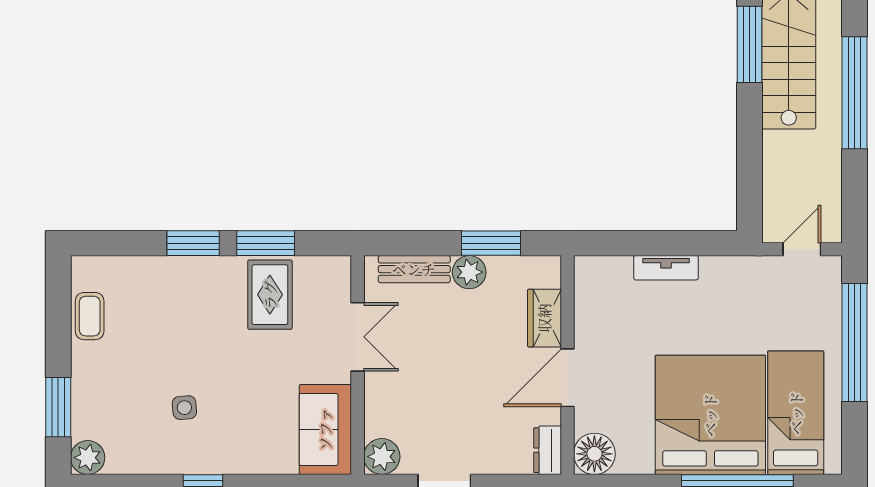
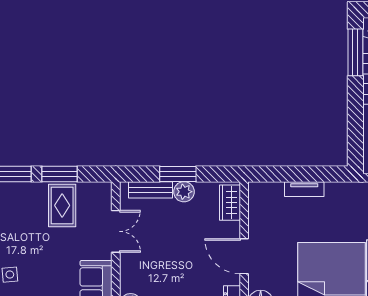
window: (491, 243) -> (178, 174), moved
wardrobe: (544, 318) -> (230, 203), moved
door: (567, 378) -> (244, 256), hinge flipped

